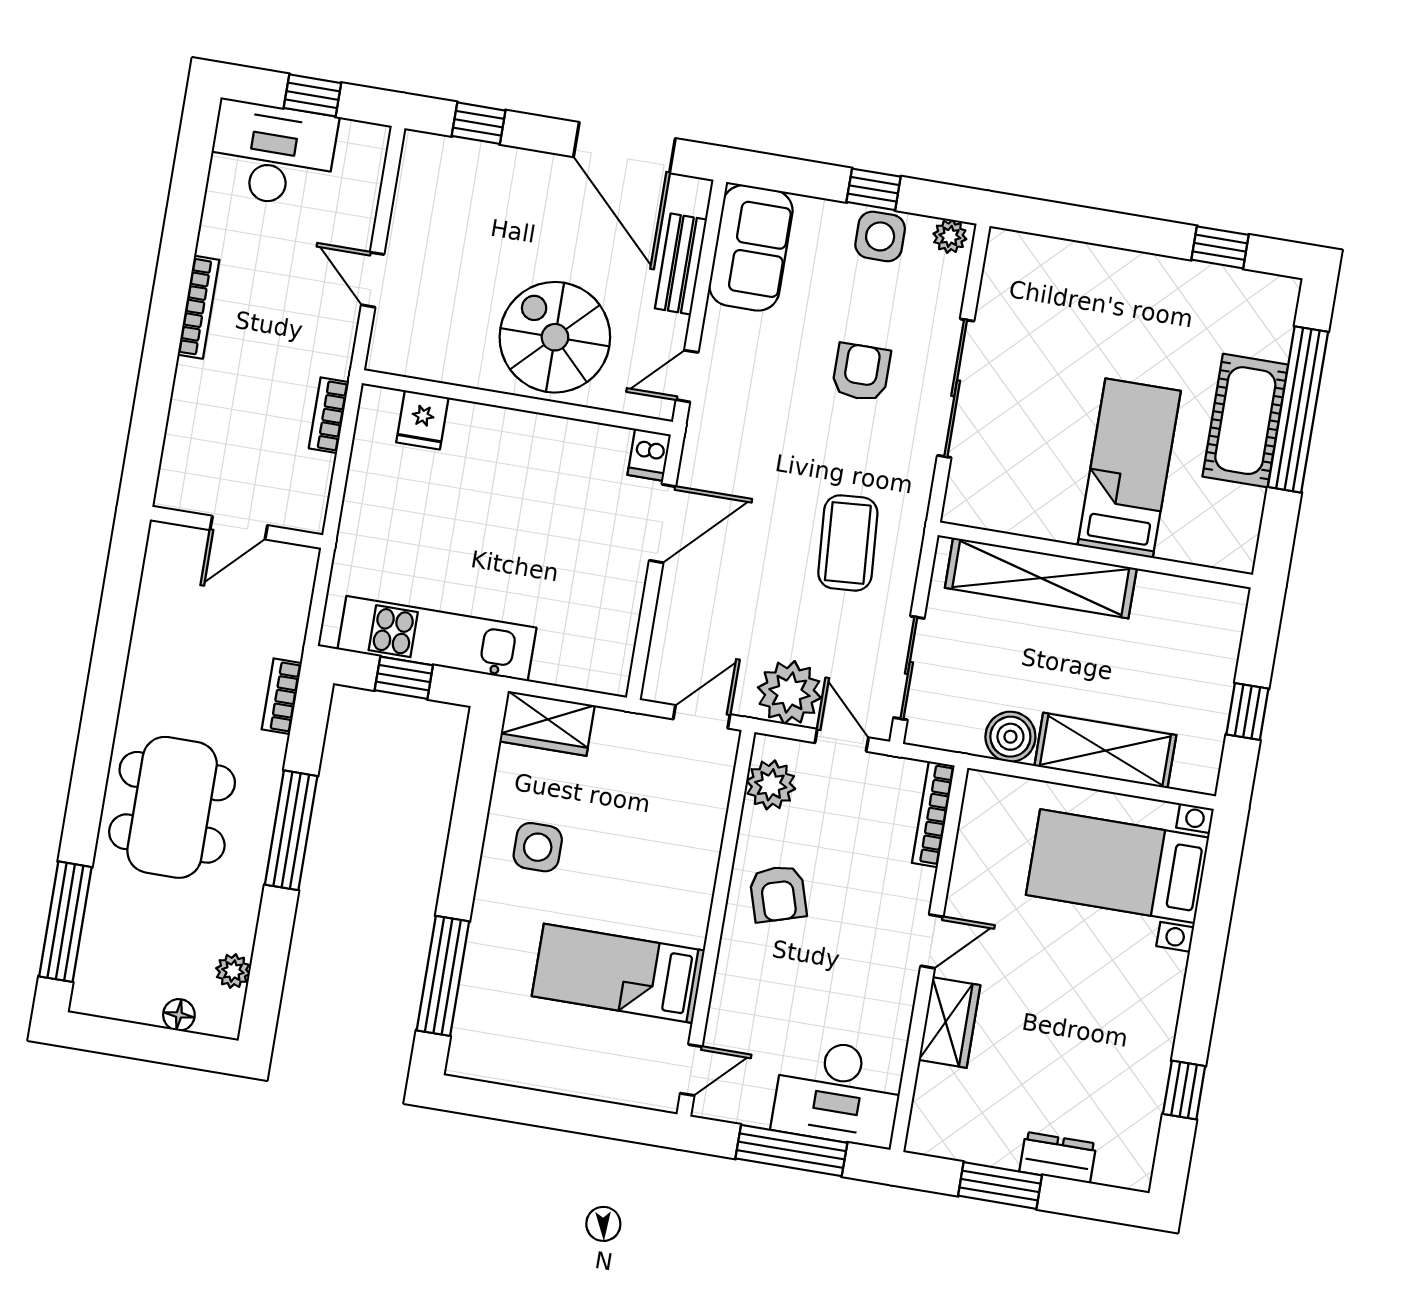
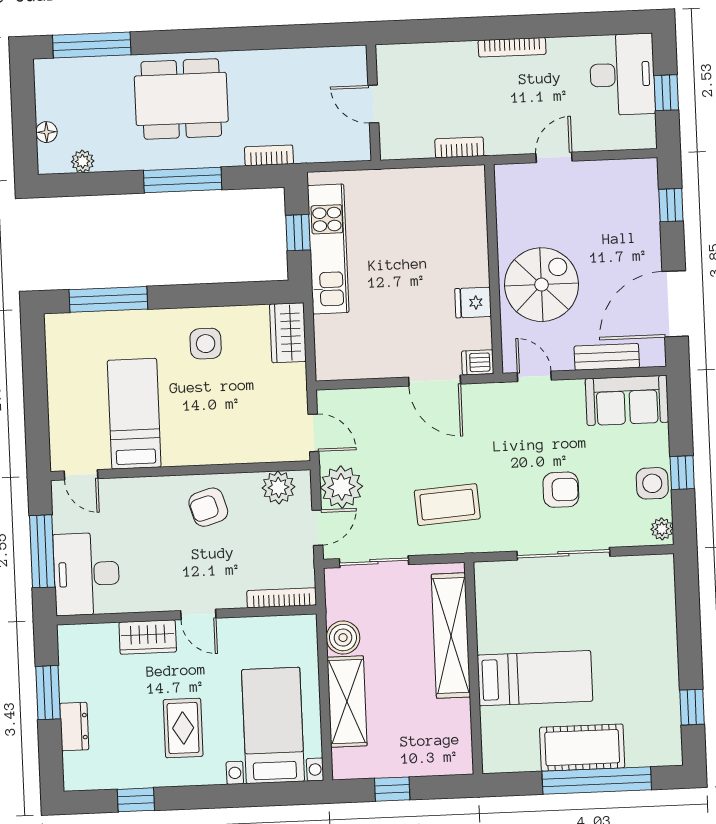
fridge: (422, 420) -> (473, 303), moved
rug: (1093, 999) -> (183, 728), added

